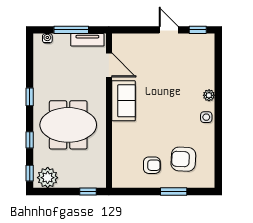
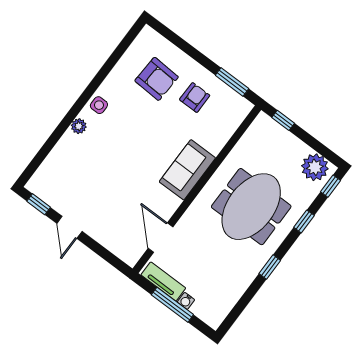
water cooler: (47, 38) -> (186, 301), moved
sofa: (123, 101) -> (187, 170), moved
meeting table: (68, 125) -> (251, 207), turned 90
armchair: (152, 165) -> (195, 97), turned 90
window: (174, 191) -> (232, 82), moved

